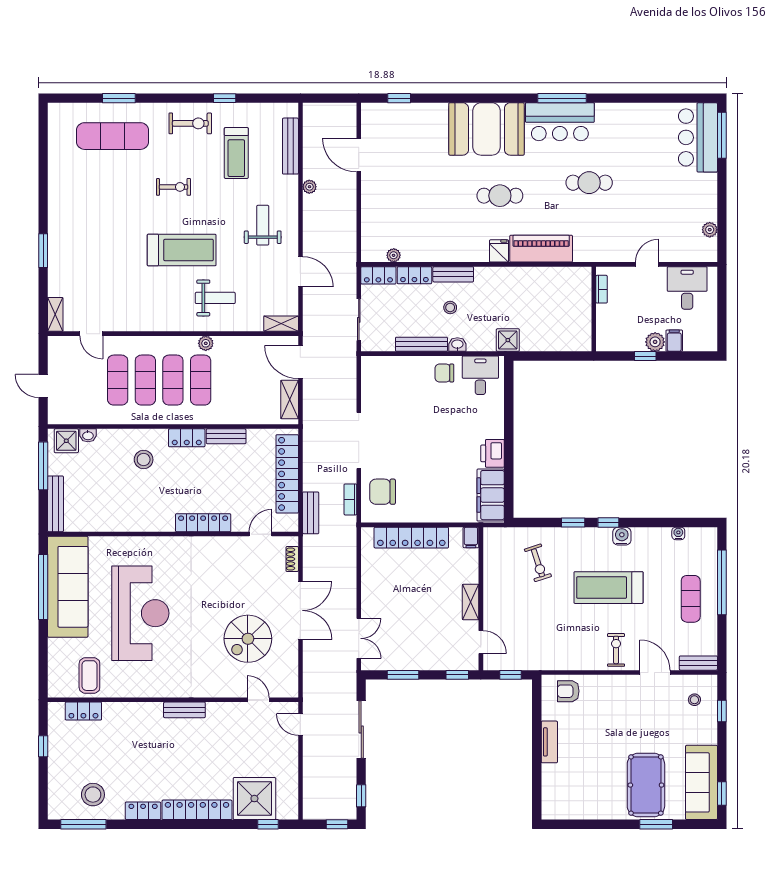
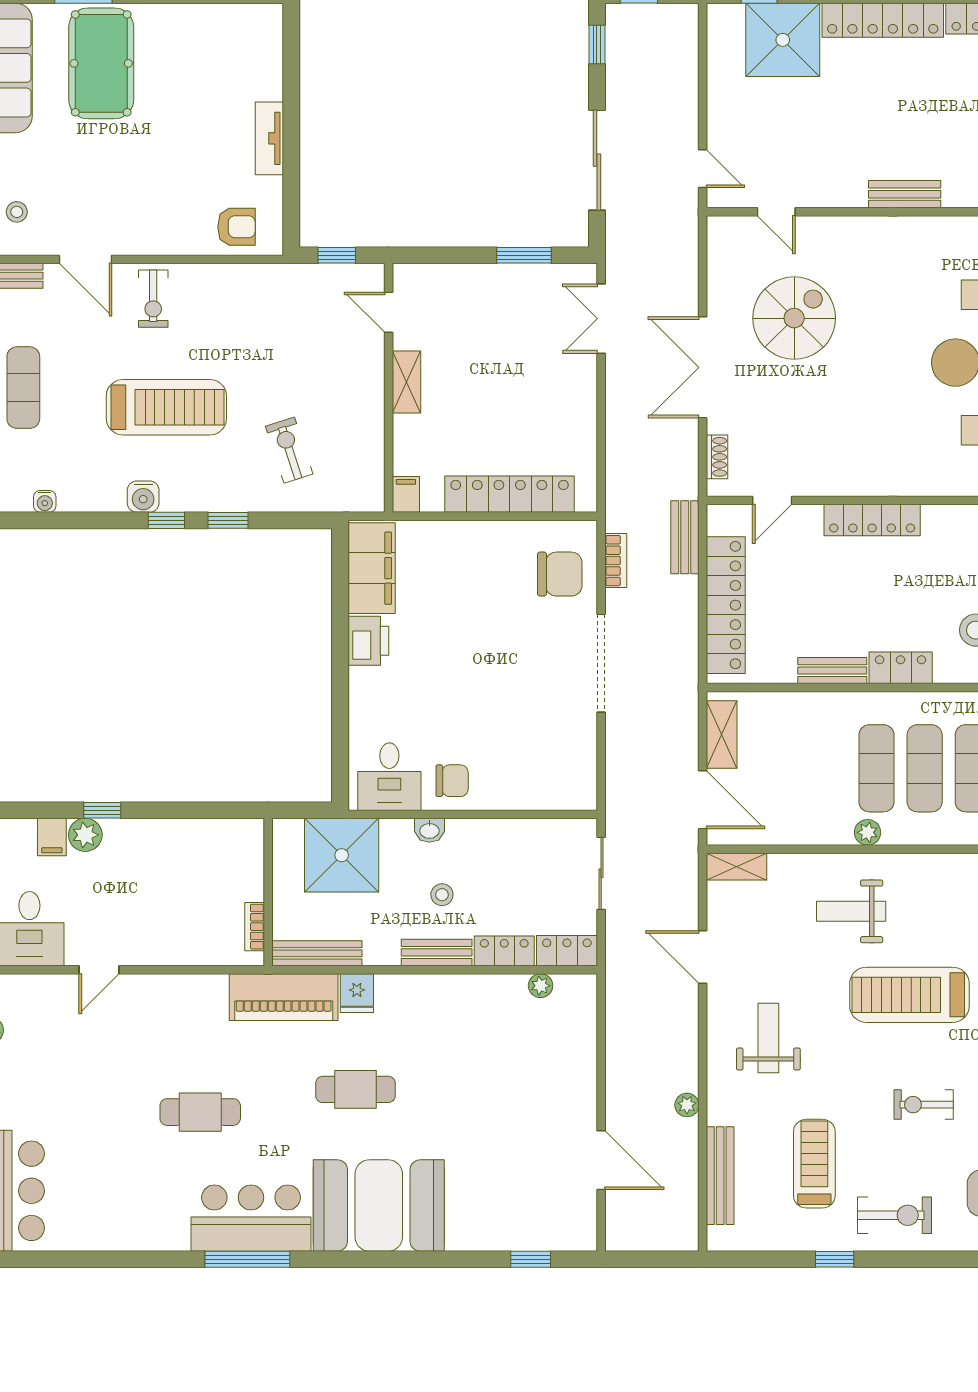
exercise bike: (190, 123) -> (894, 1215), turned 180
weight bench: (263, 225) -> (768, 1038), turned 180
bookcase: (602, 289) -> (255, 927), moved
wall: (594, 309) -> (268, 892), moved
shower: (508, 340) -> (342, 855), width x1.86, depth x1.86
bench: (421, 344) -> (317, 953), moved
window: (457, 675) -> (430, 255), removed

